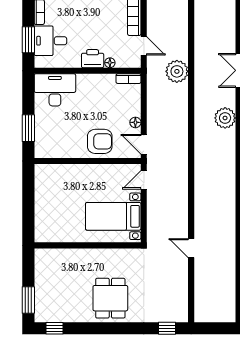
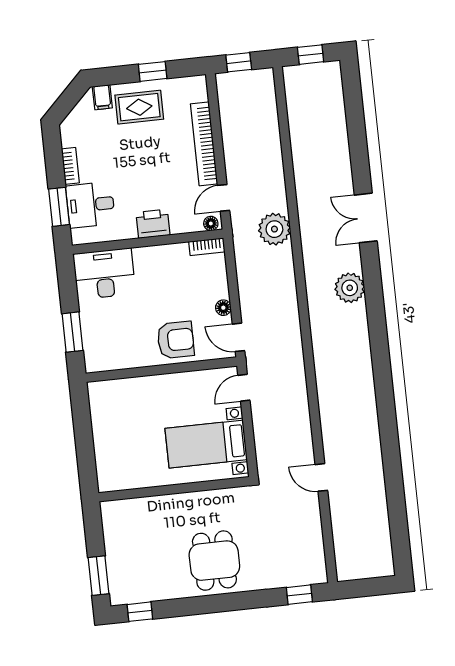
door: (144, 46) -> (224, 198), swing flipped
floor lamp: (110, 63) -> (211, 223), moved

